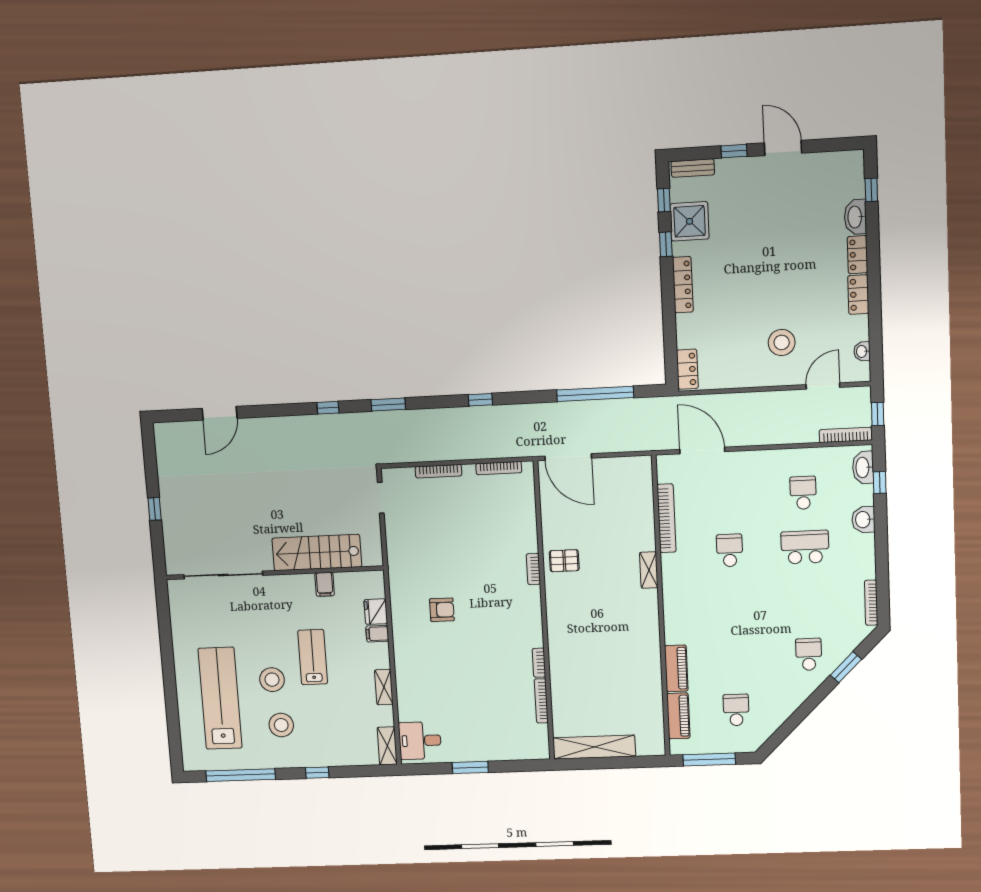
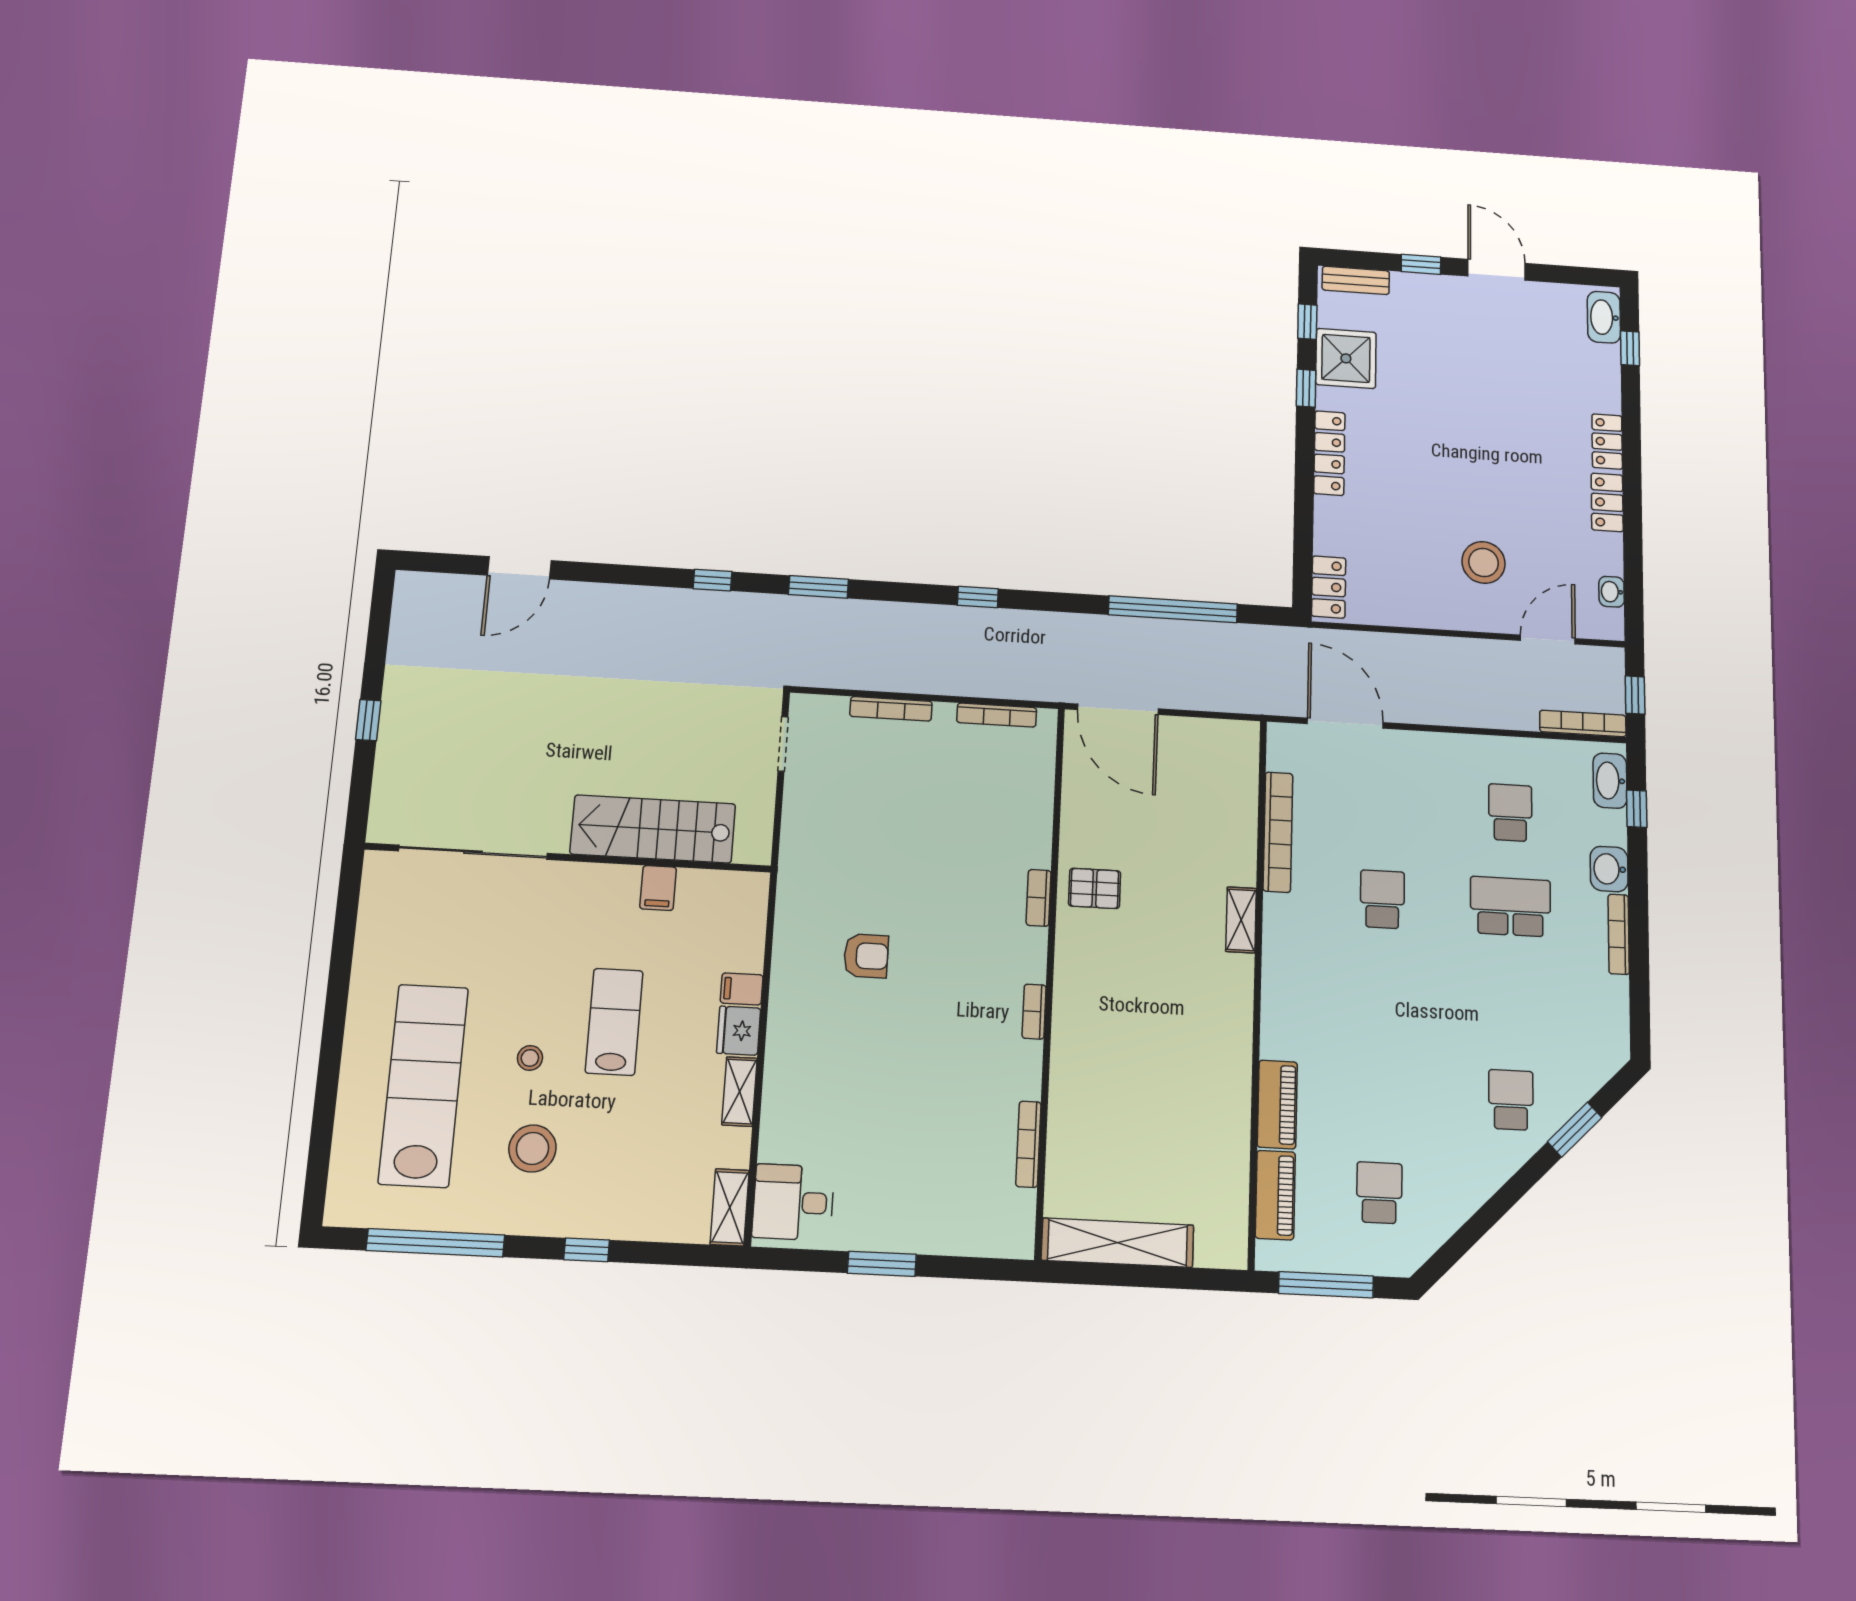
washbasin: (855, 217) -> (1604, 317), moved
bookcase: (871, 603) -> (1619, 934), moved
fridge: (376, 612) -> (739, 1031), moved
bookcase: (539, 663) -> (1034, 1012), moved
stool: (272, 680) -> (530, 1058), width x0.53, depth x0.53

